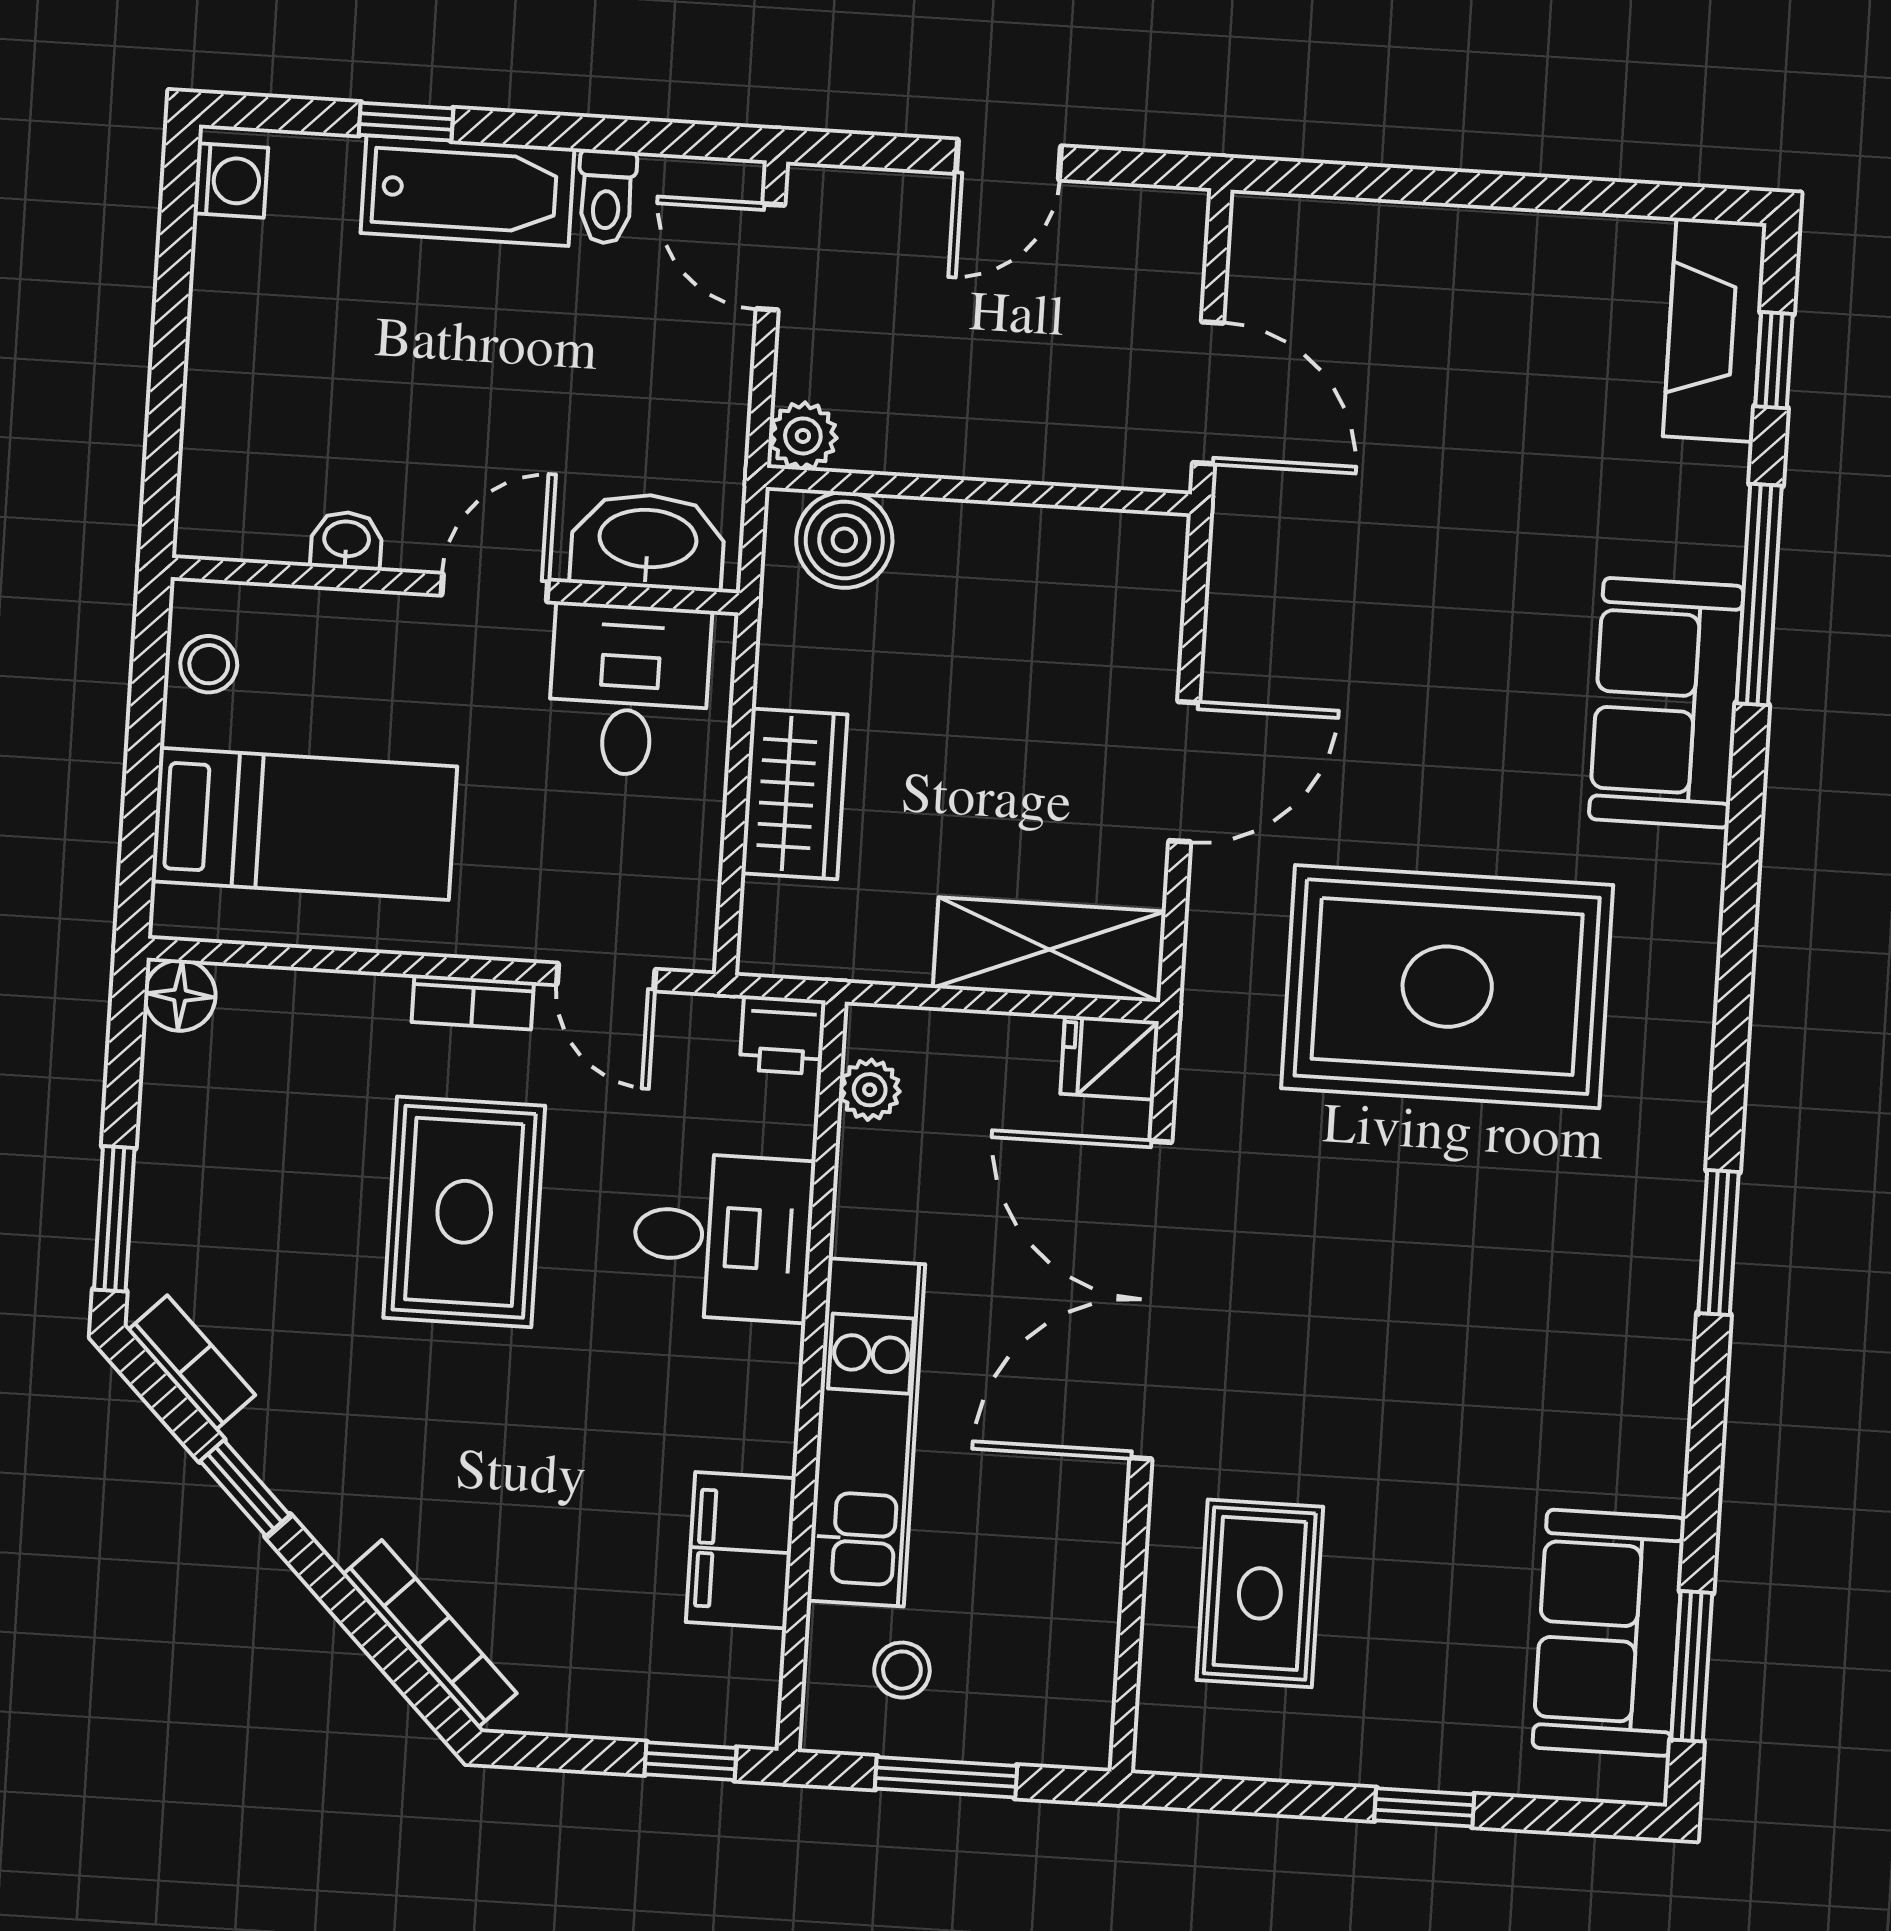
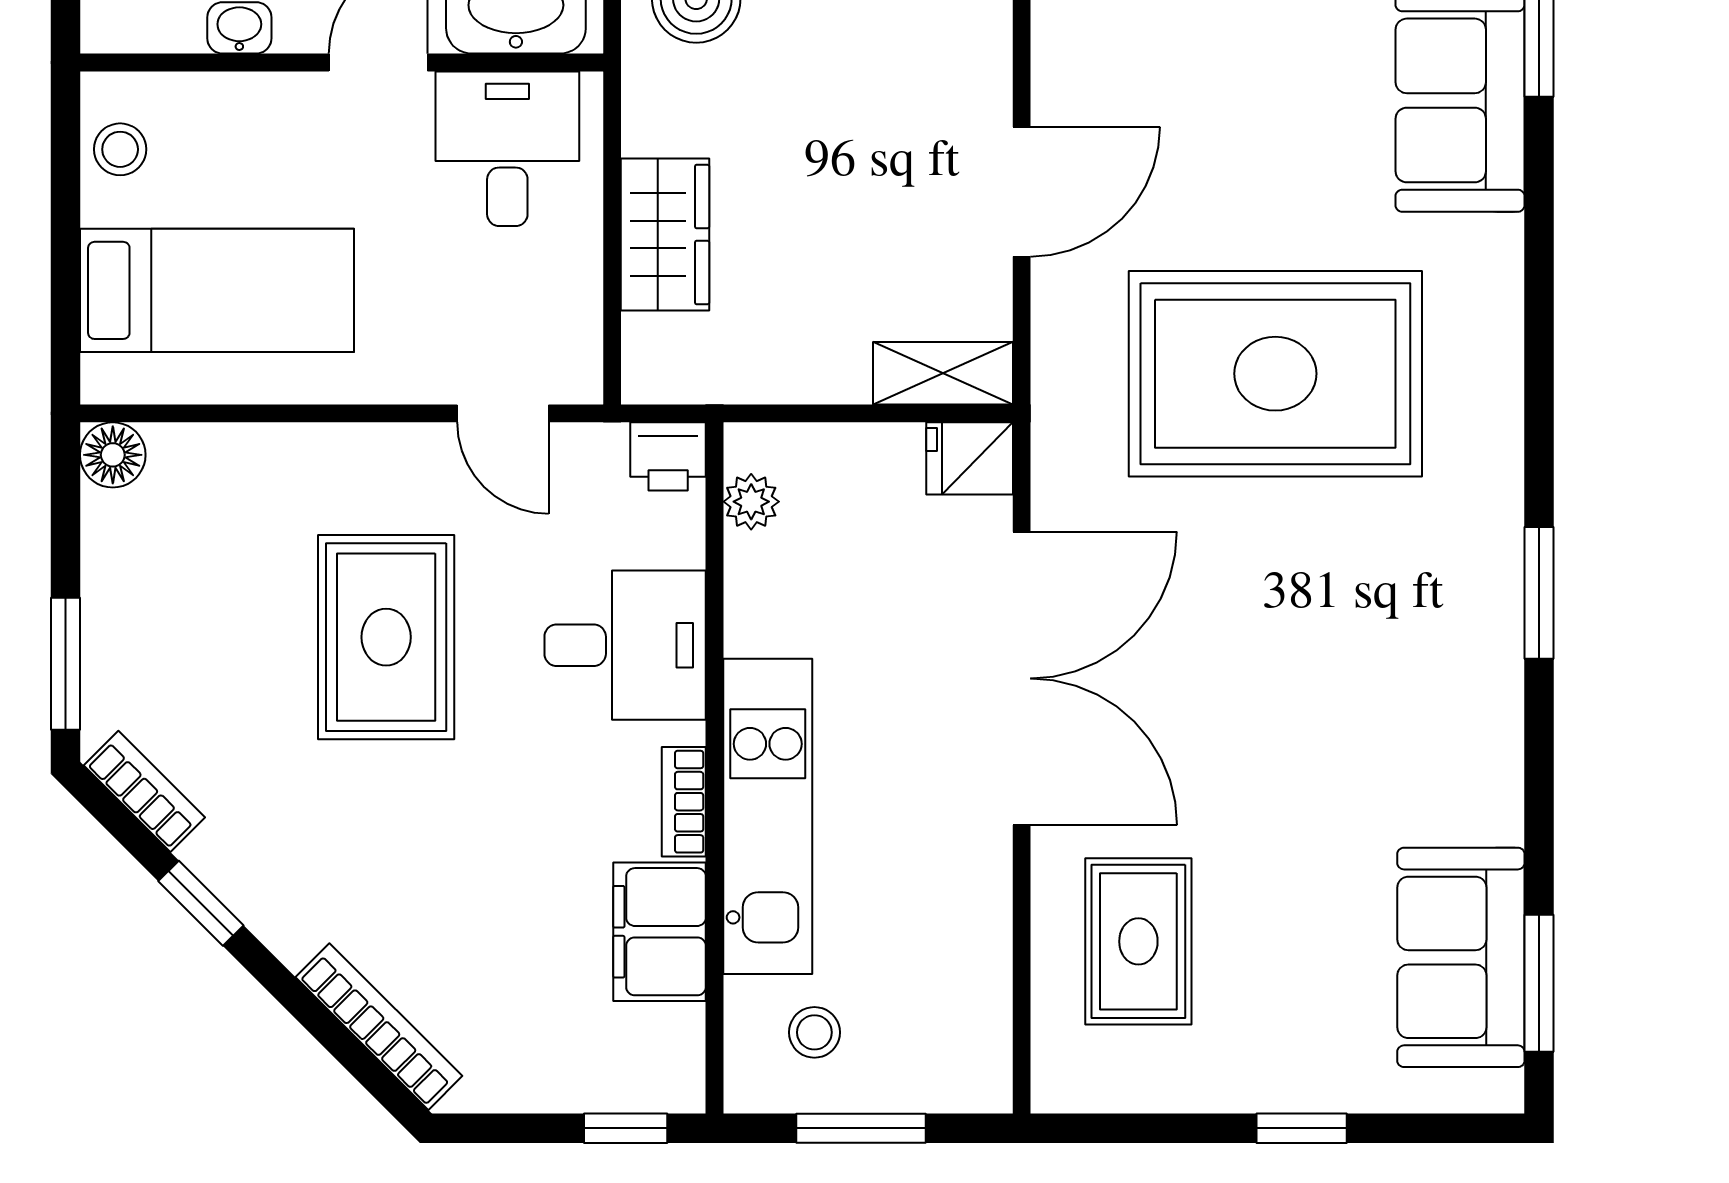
shelving: (1049, 950) -> (943, 373), width x0.67, depth x0.75
bookcase: (473, 1002) -> (684, 802), moved, turned 90
double door: (1151, 1300) -> (1022, 678), swing flipped

